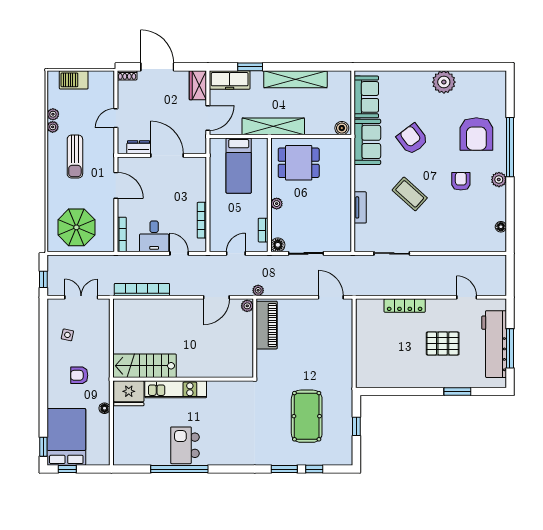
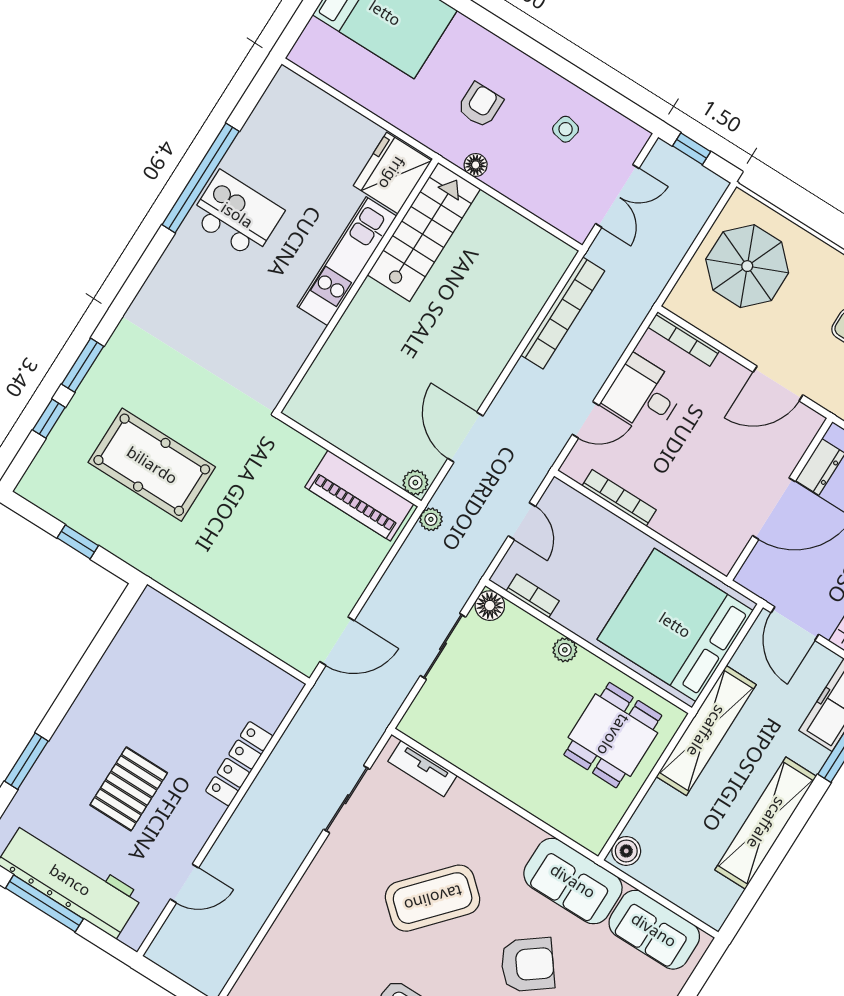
bed: (239, 166) -> (675, 625), width x2.04
coffee table: (410, 194) -> (433, 898), width x1.36, depth x1.32
tv unit: (360, 207) -> (422, 768), moved
floor lamp: (105, 408) -> (476, 165), moved

